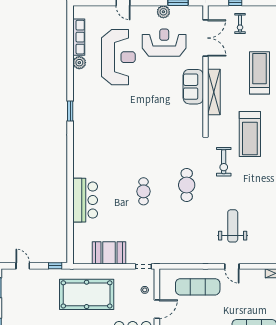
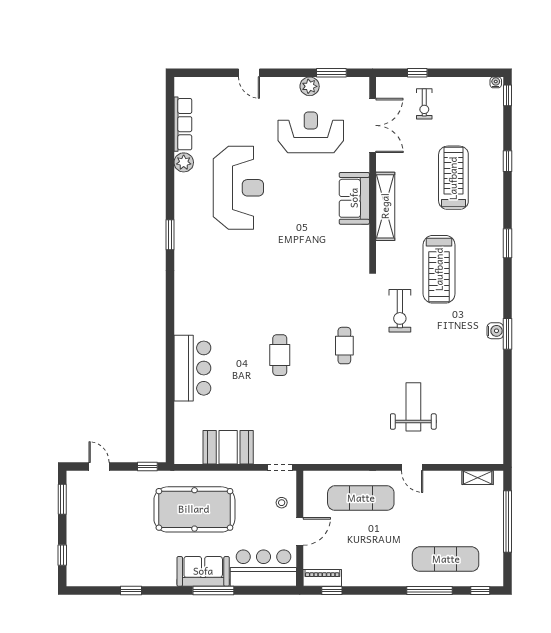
reception desk: (118, 57) -> (238, 188), moved
cafe table: (187, 185) -> (344, 346), width x0.73, depth x0.74

